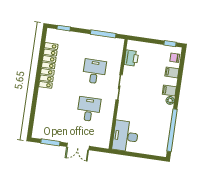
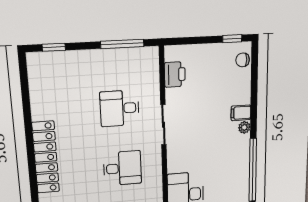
locker: (48, 65) -> (46, 157), moved
desk: (94, 71) -> (120, 108), turned -90
filing cabinet: (172, 72) -> (241, 84), removed
desk: (89, 109) -> (122, 168), turned 90

